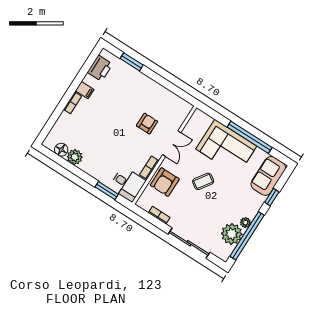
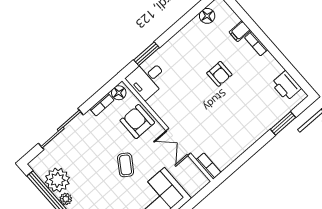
filing cabinet: (85, 90) -> (240, 31), moved
armchair: (147, 124) -> (219, 74), moved
plant: (75, 157) -> (195, 29), removed
bookcase: (149, 168) -> (209, 166), moved
floor lamp: (145, 204) -> (119, 93), added

